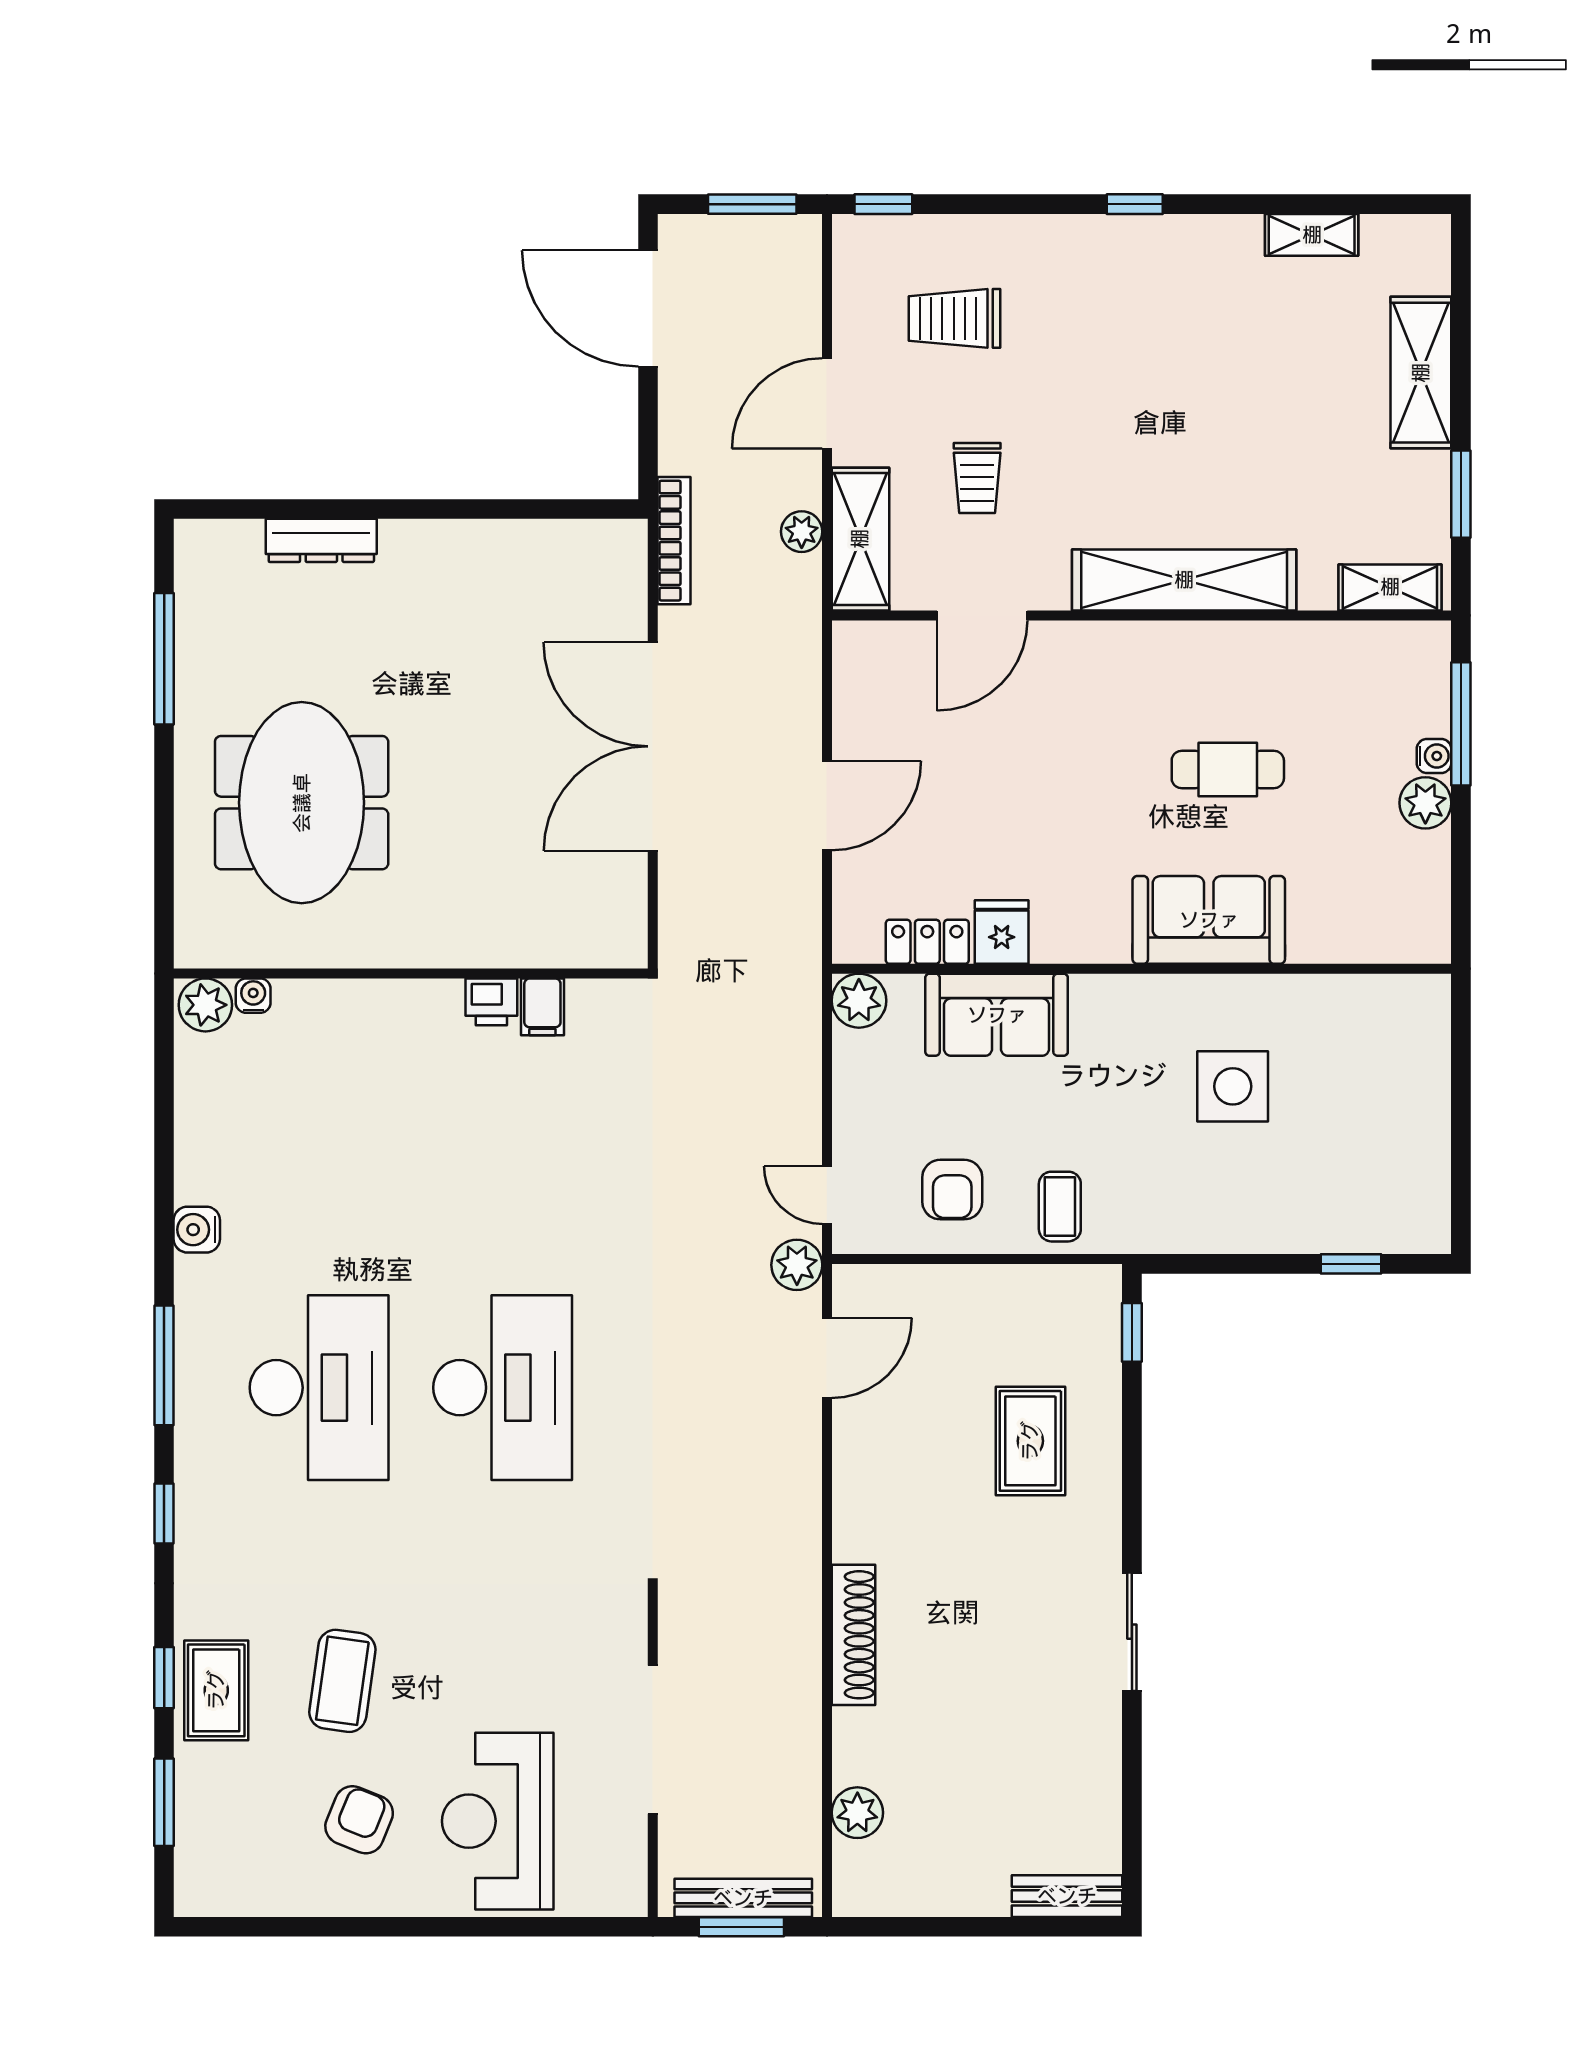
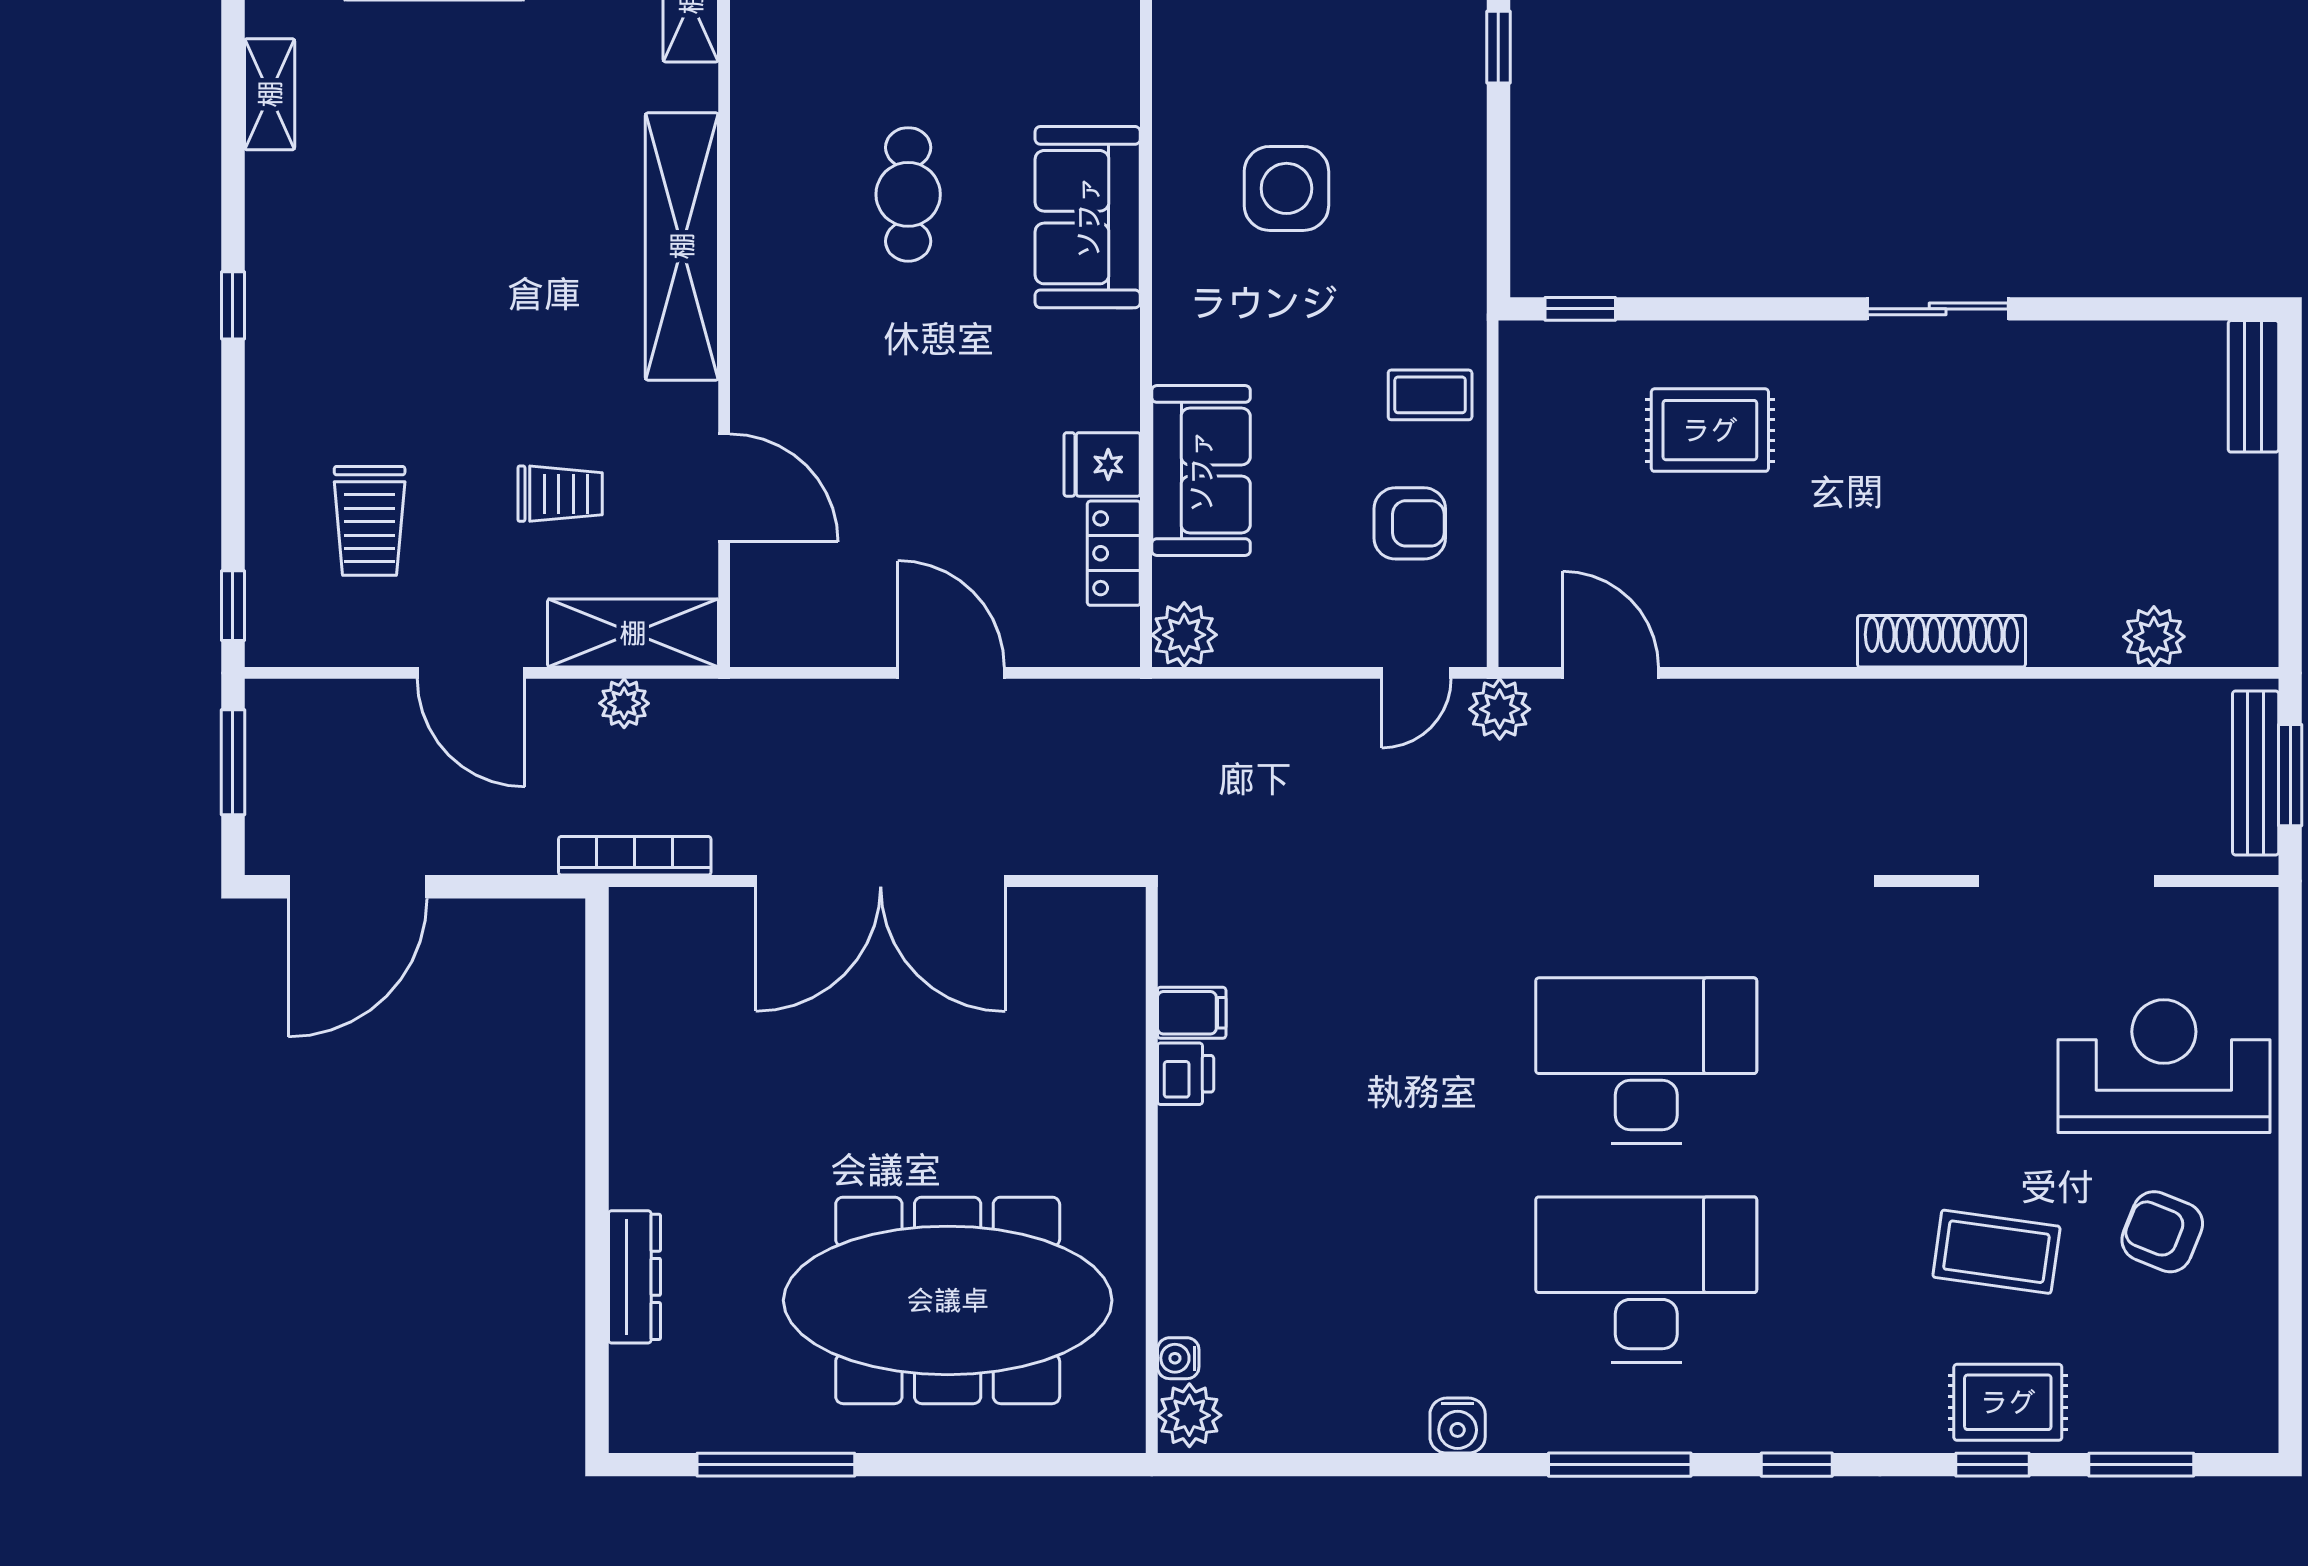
meeting table: (302, 803) -> (948, 1300), width x1.36
reception desk: (498, 1821) -> (2164, 1066), turned 180

